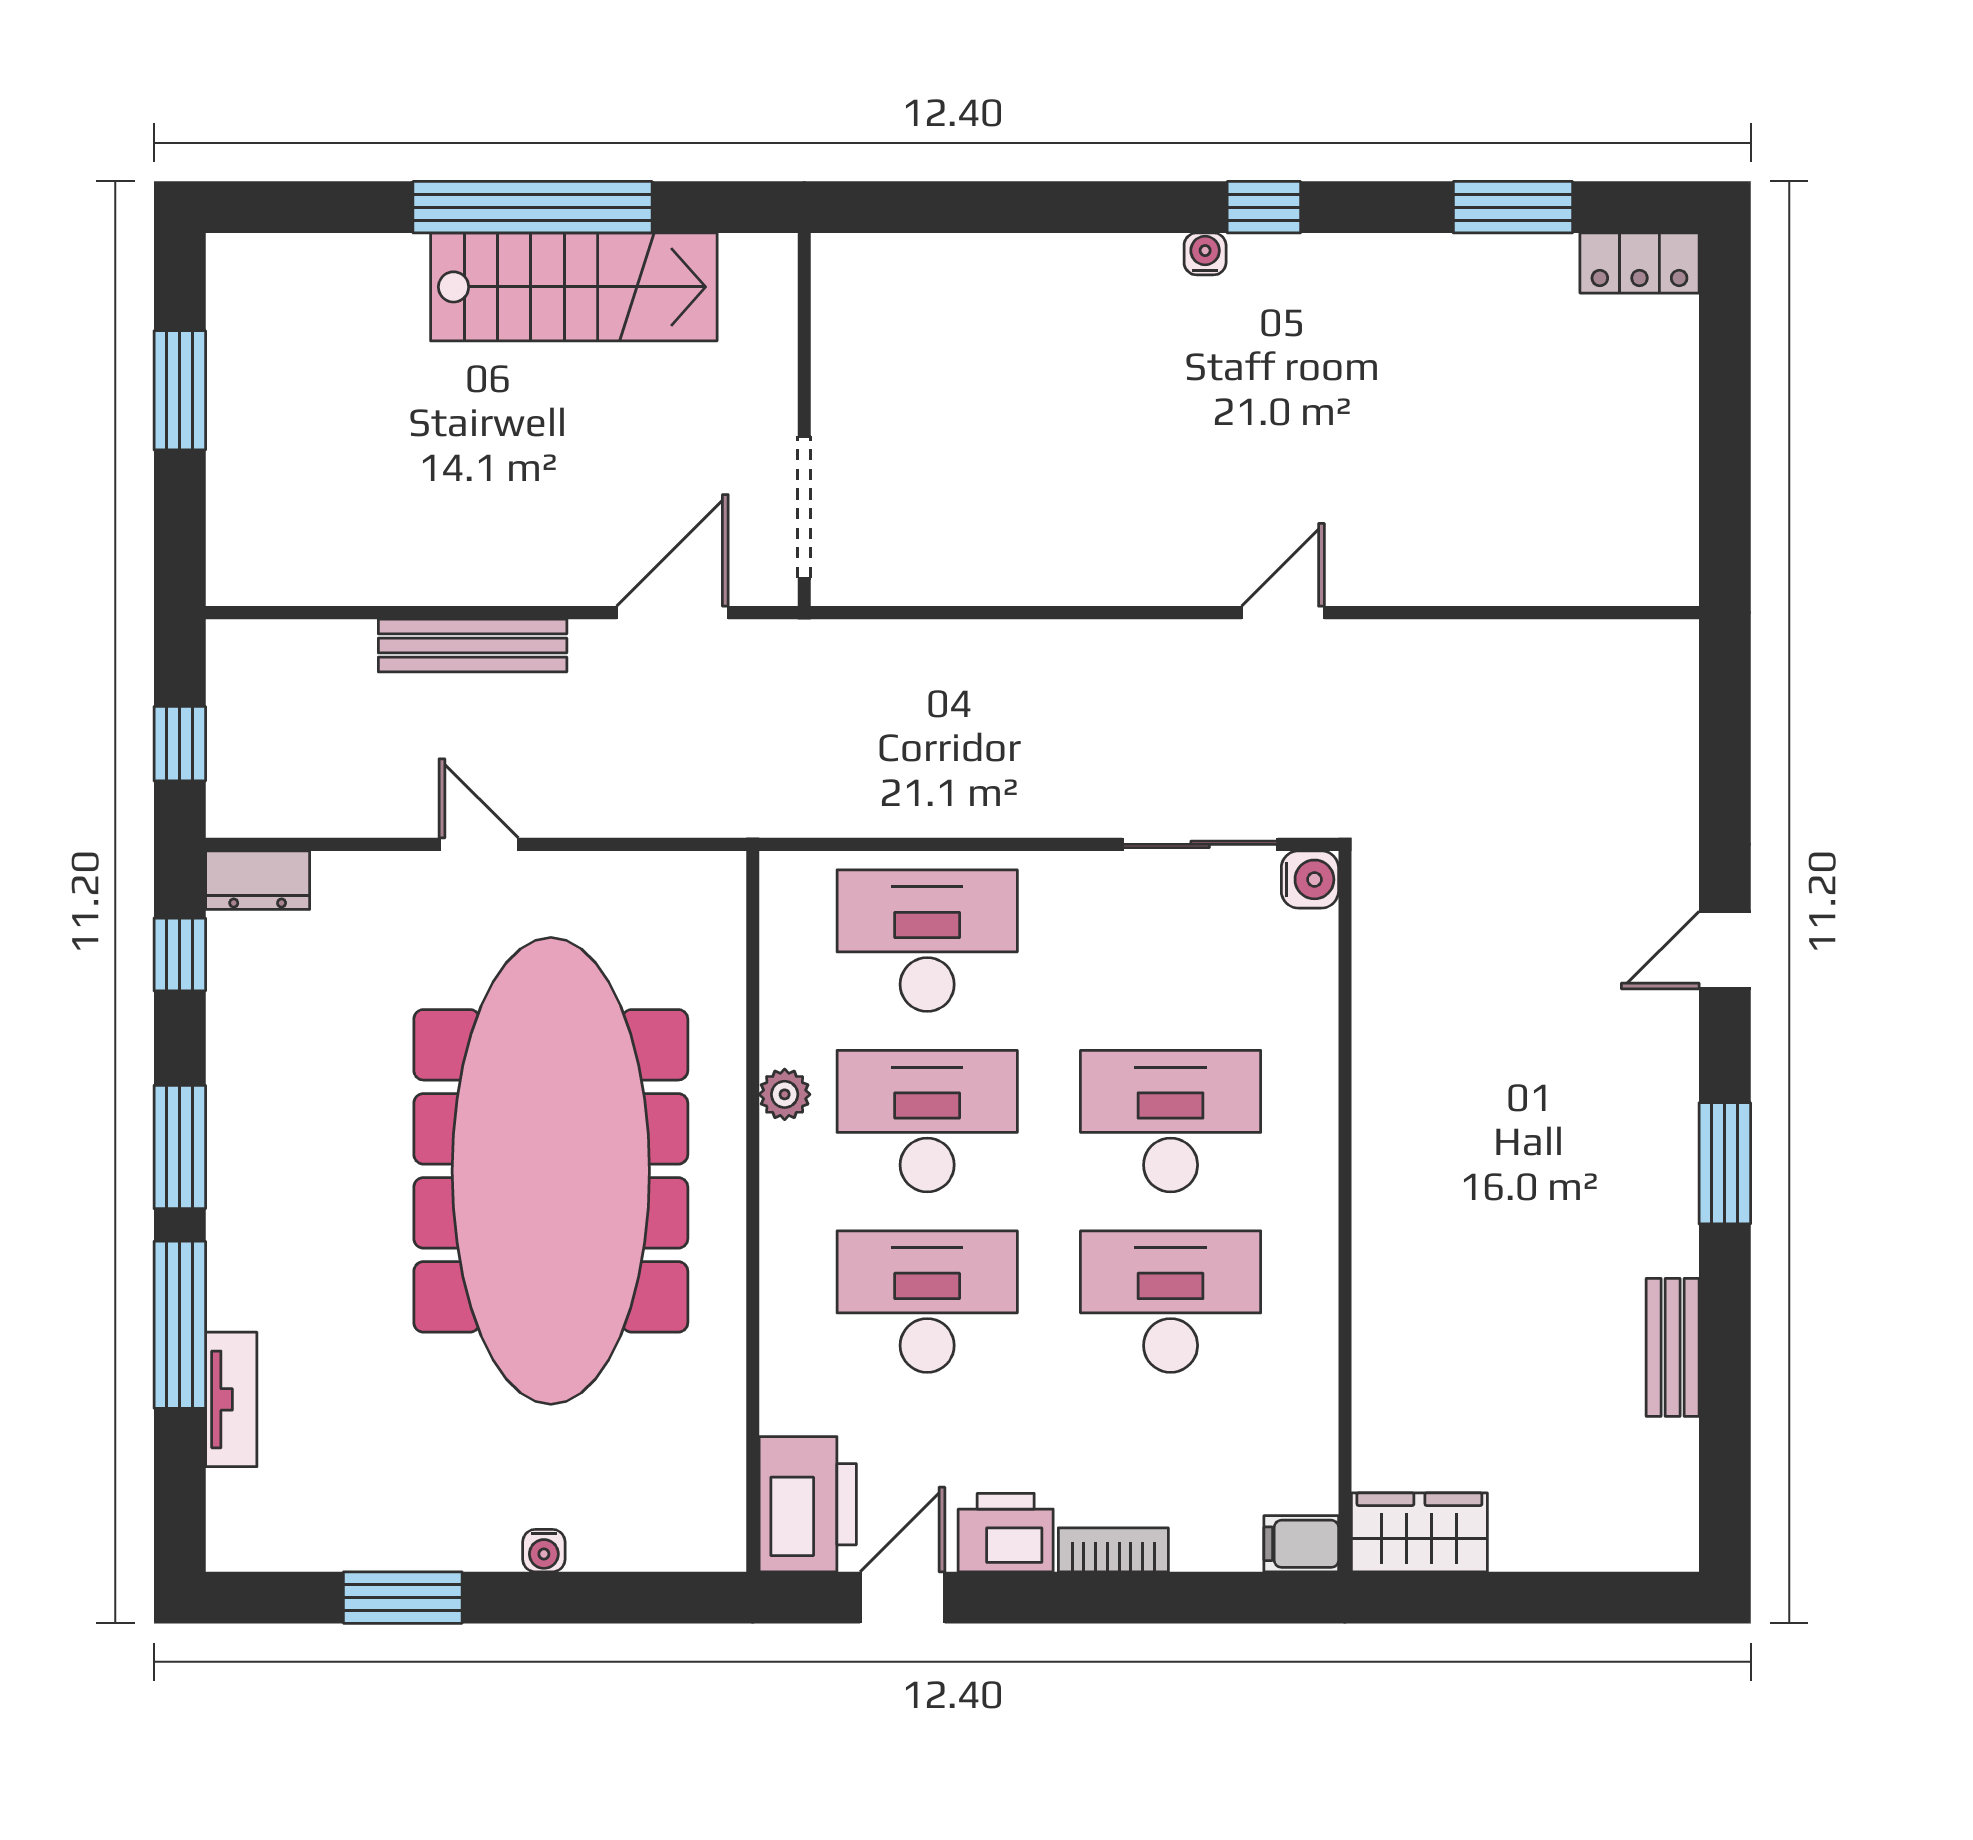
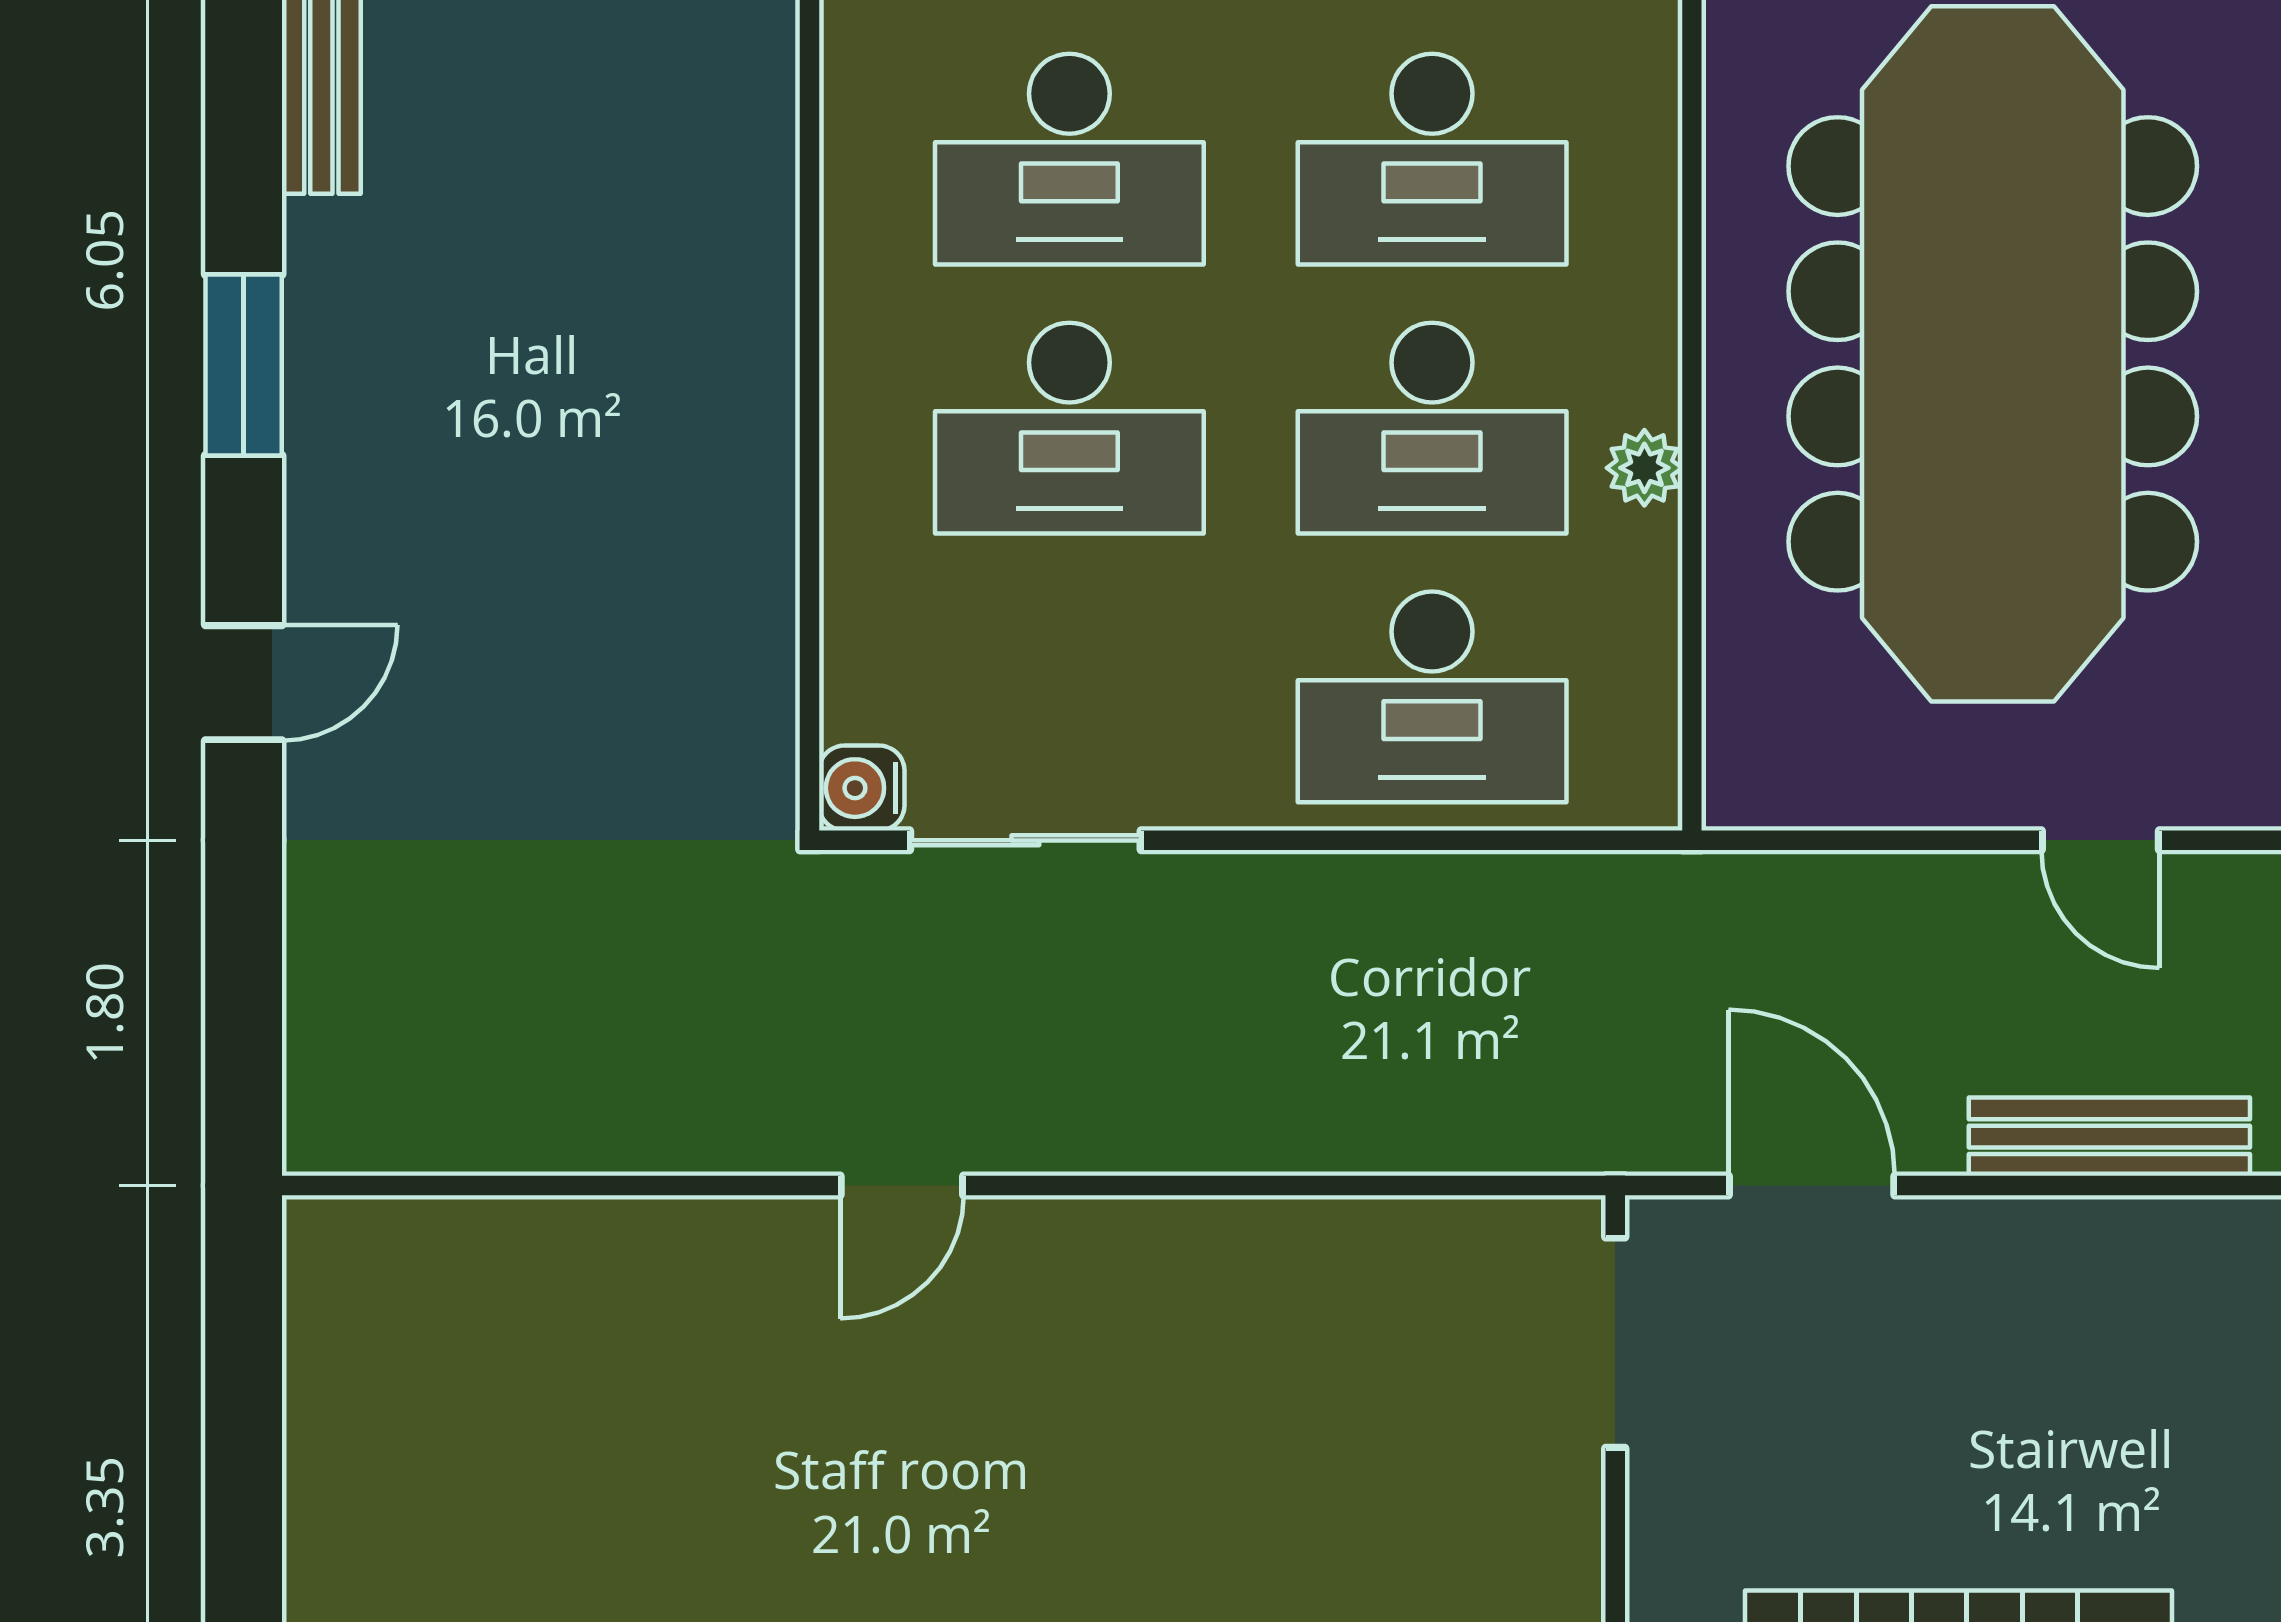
door: (672, 613) -> (1812, 1186), swing flipped

